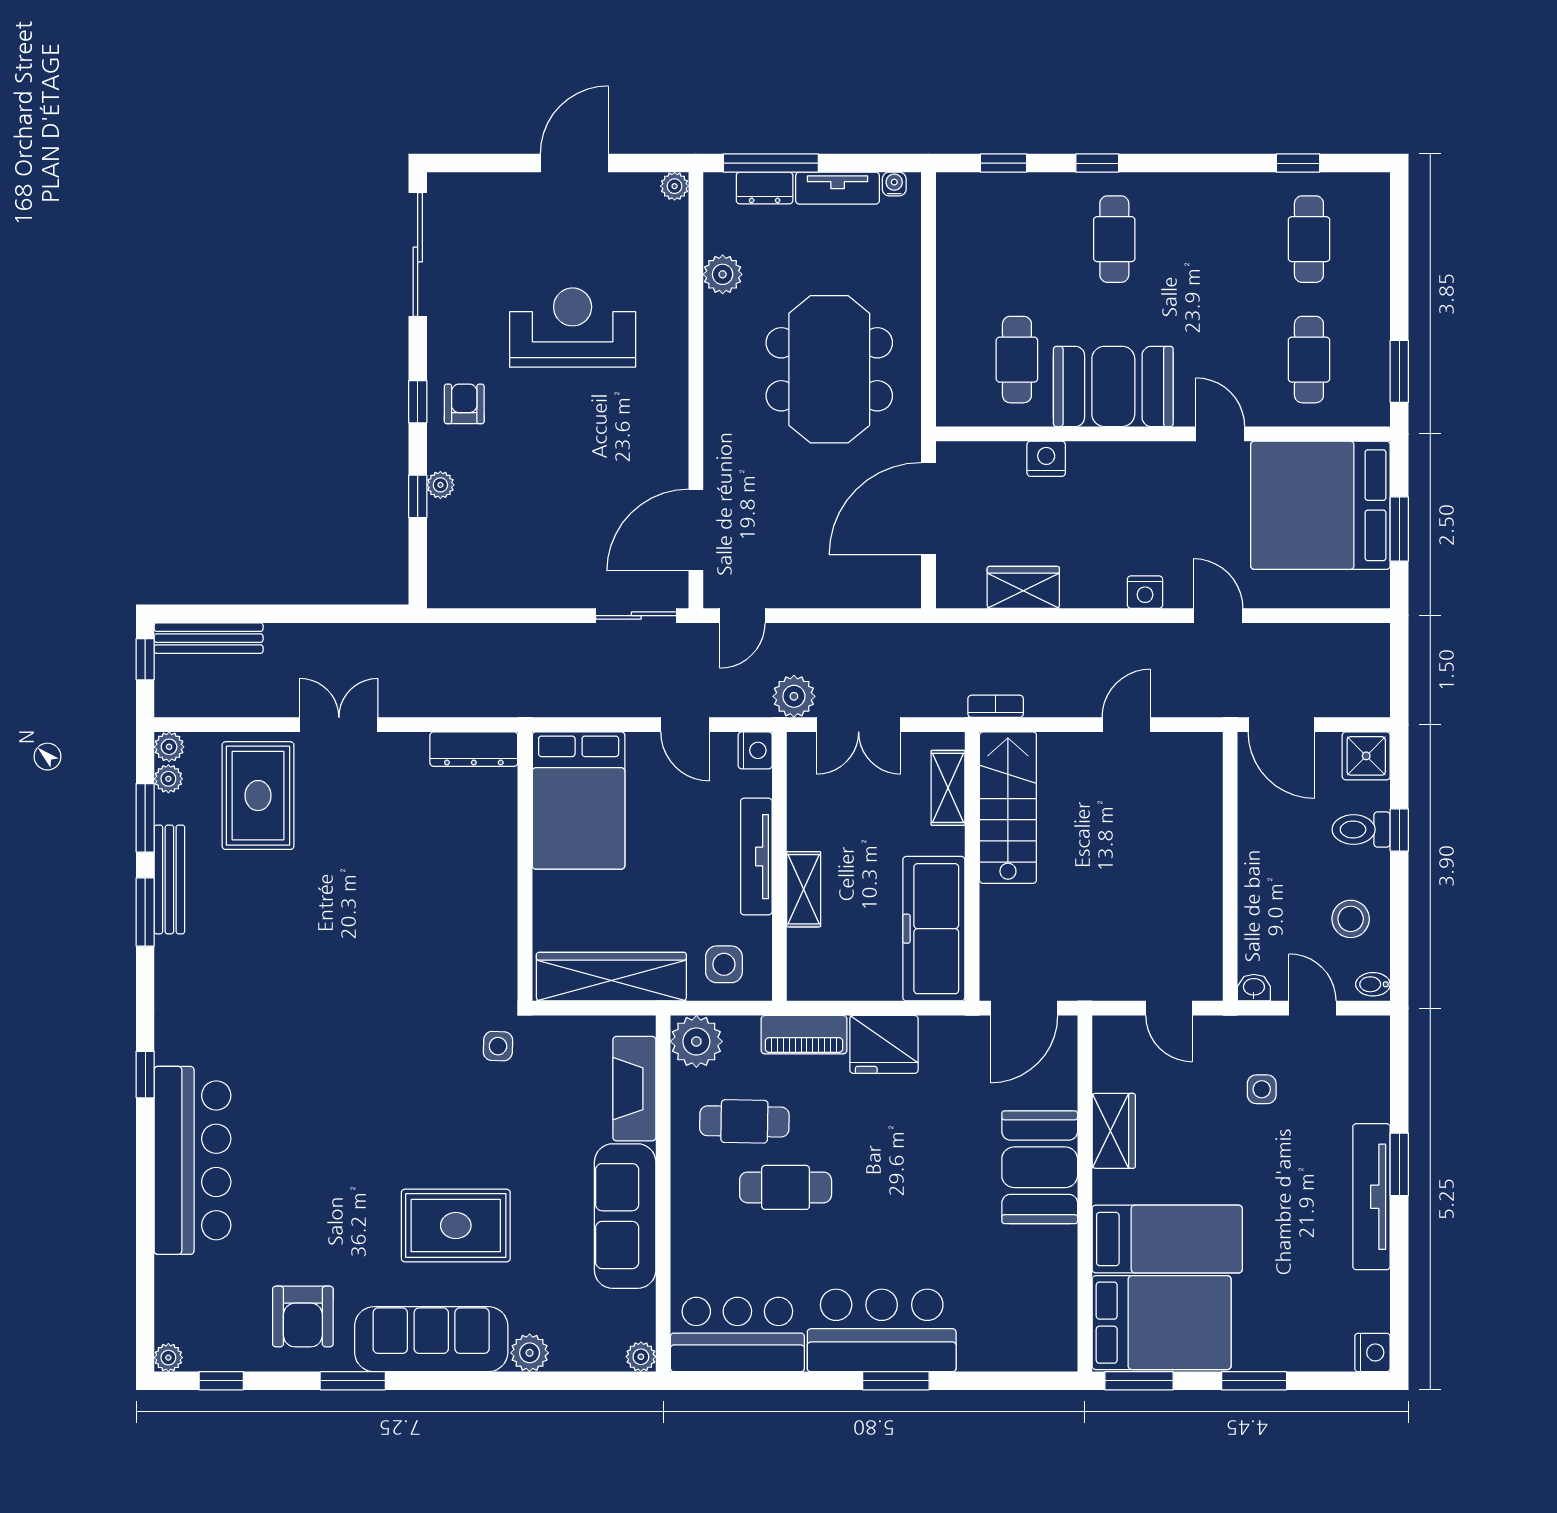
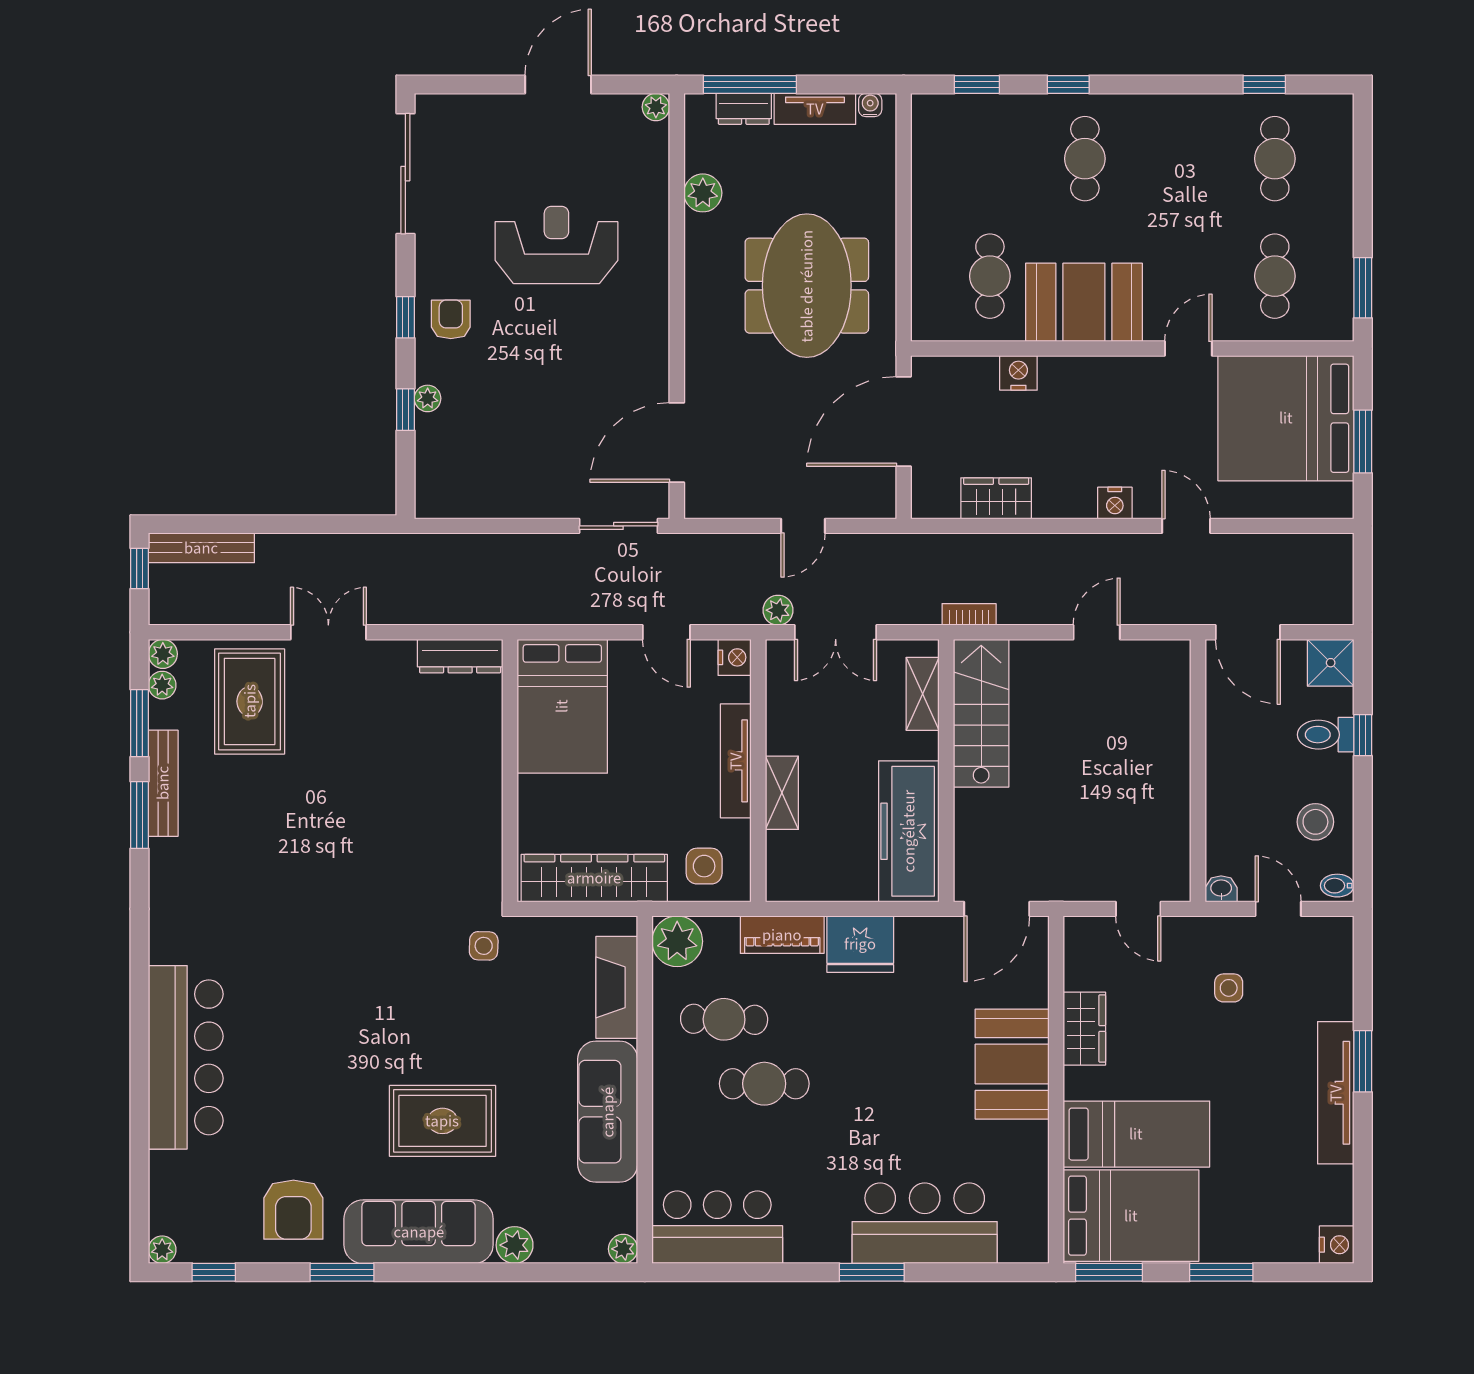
door: (1220, 434) -> (1188, 349), hinge flipped
door: (742, 616) -> (803, 526), moved
plant: (794, 696) -> (778, 610), width x0.73, depth x0.73
window: (145, 1075) -> (139, 974), removed
bar counter: (882, 1330) -> (925, 1223), moved

